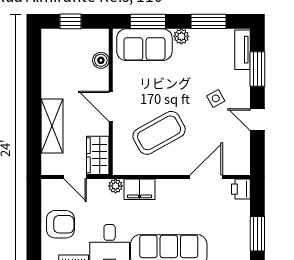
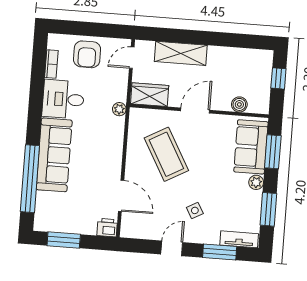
door: (75, 177) -> (132, 58), moved
filing cabinet: (139, 189) -> (114, 132), removed

